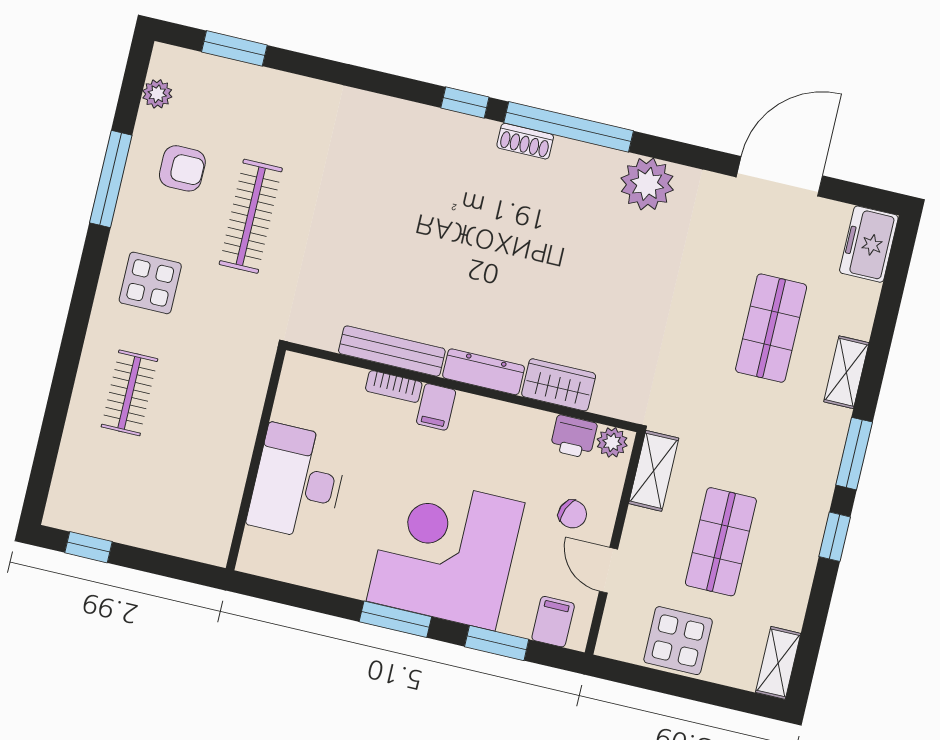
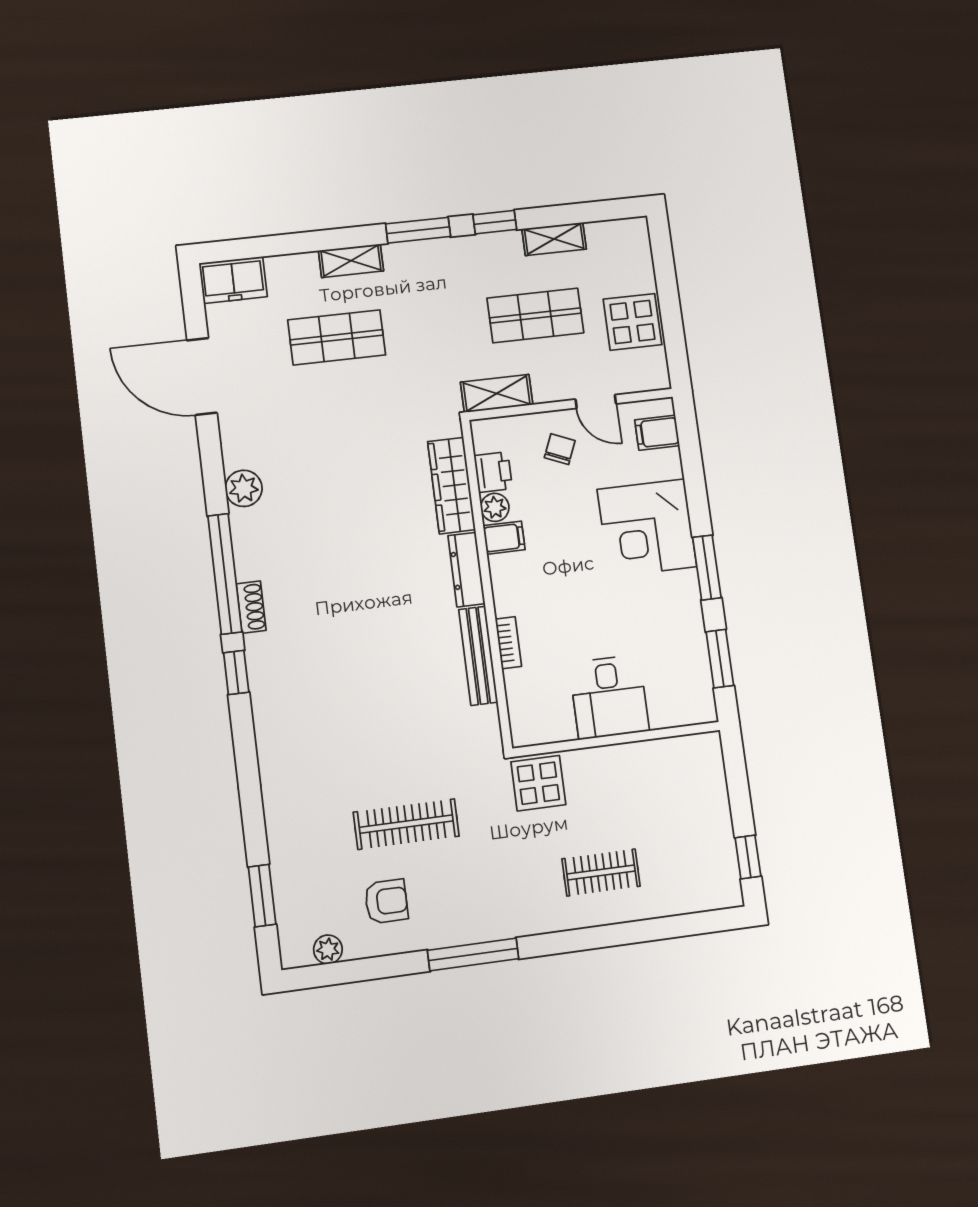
armchair: (182, 168) -> (386, 901), turned 90
window: (111, 179) -> (473, 954), moved
plant: (647, 184) -> (244, 488), width x0.73, depth x0.73
display table: (150, 283) -> (538, 783), moved
wardrobe: (559, 385) -> (451, 486), width x1.50
filing cabinet: (436, 407) -> (504, 538), moved
plant: (612, 442) -> (495, 507), moved
desk: (298, 482) -> (609, 697), width x0.73
corner desk: (446, 552) -> (647, 528), width x0.74, depth x0.74
door: (608, 570) -> (596, 402), hinge flipped
window: (497, 643) -> (720, 659), moved
shelving: (778, 663) -> (554, 239), moved

